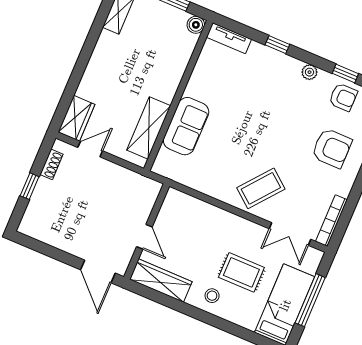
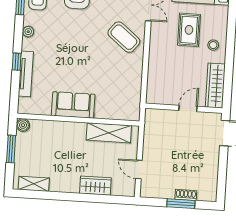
tv unit: (229, 38) -> (26, 74), moved, width x1.41
wardrobe: (76, 118) -> (95, 186), moved
sofa: (186, 126) -> (73, 105), moved
shoe rack: (52, 164) -> (186, 195), moved
window: (30, 186) -> (181, 204), width x1.50

